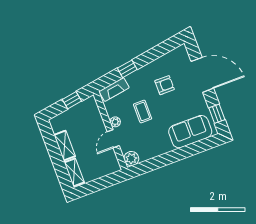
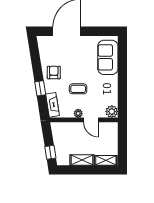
armchair: (165, 85) -> (54, 72), moved
window: (72, 100) -> (50, 152), moved
window: (217, 114) -> (102, 31), removed

